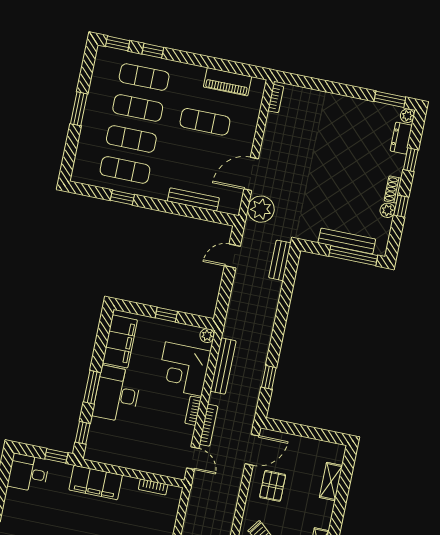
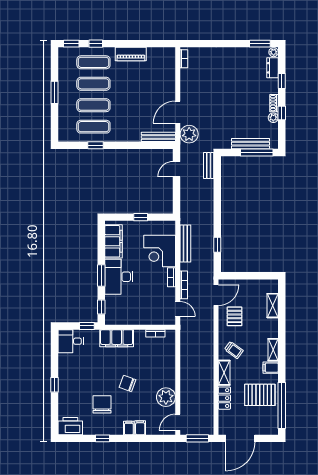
piano: (227, 82) -> (131, 54), moved
exercise mat: (205, 122) -> (140, 84), removed
bench: (193, 199) -> (158, 137), moved
plant: (207, 336) -> (171, 225), removed

